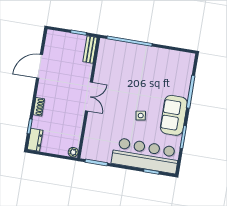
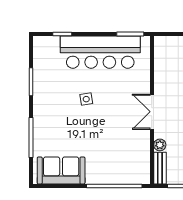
sofa: (174, 115) -> (61, 170), moved, turned -90
plant: (73, 152) -> (160, 145), moved
bar counter: (145, 156) -> (100, 52), moved

